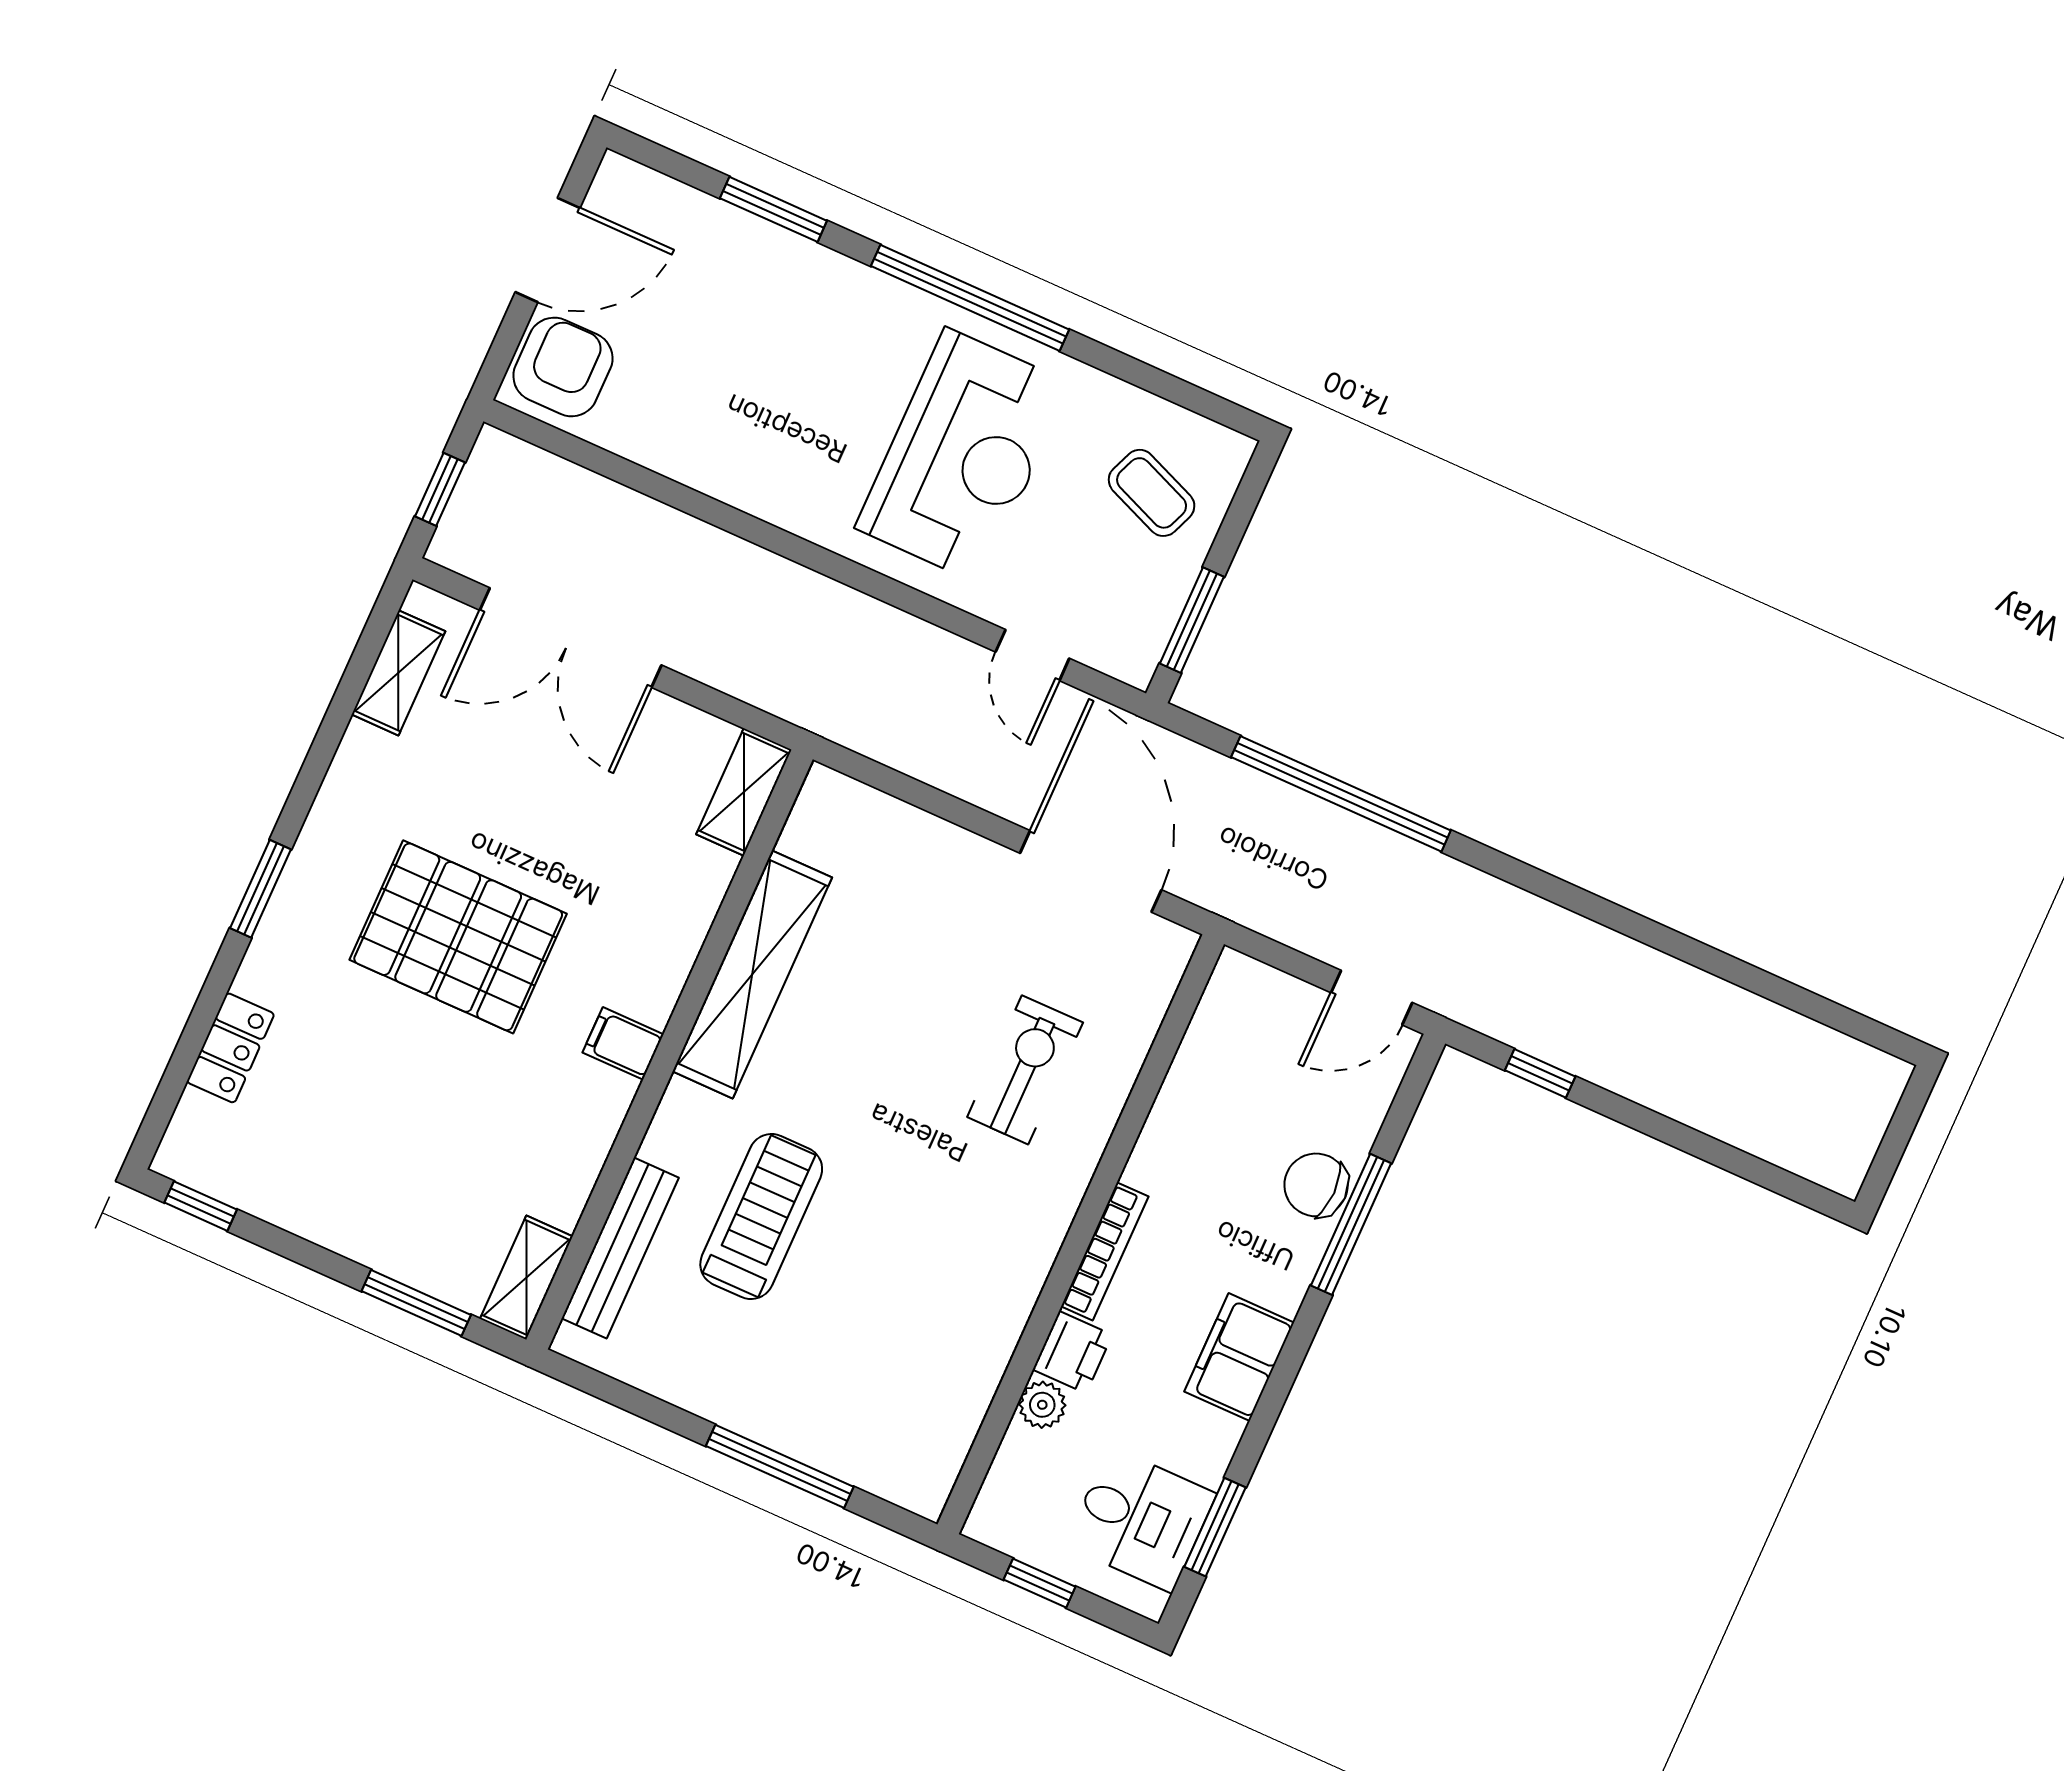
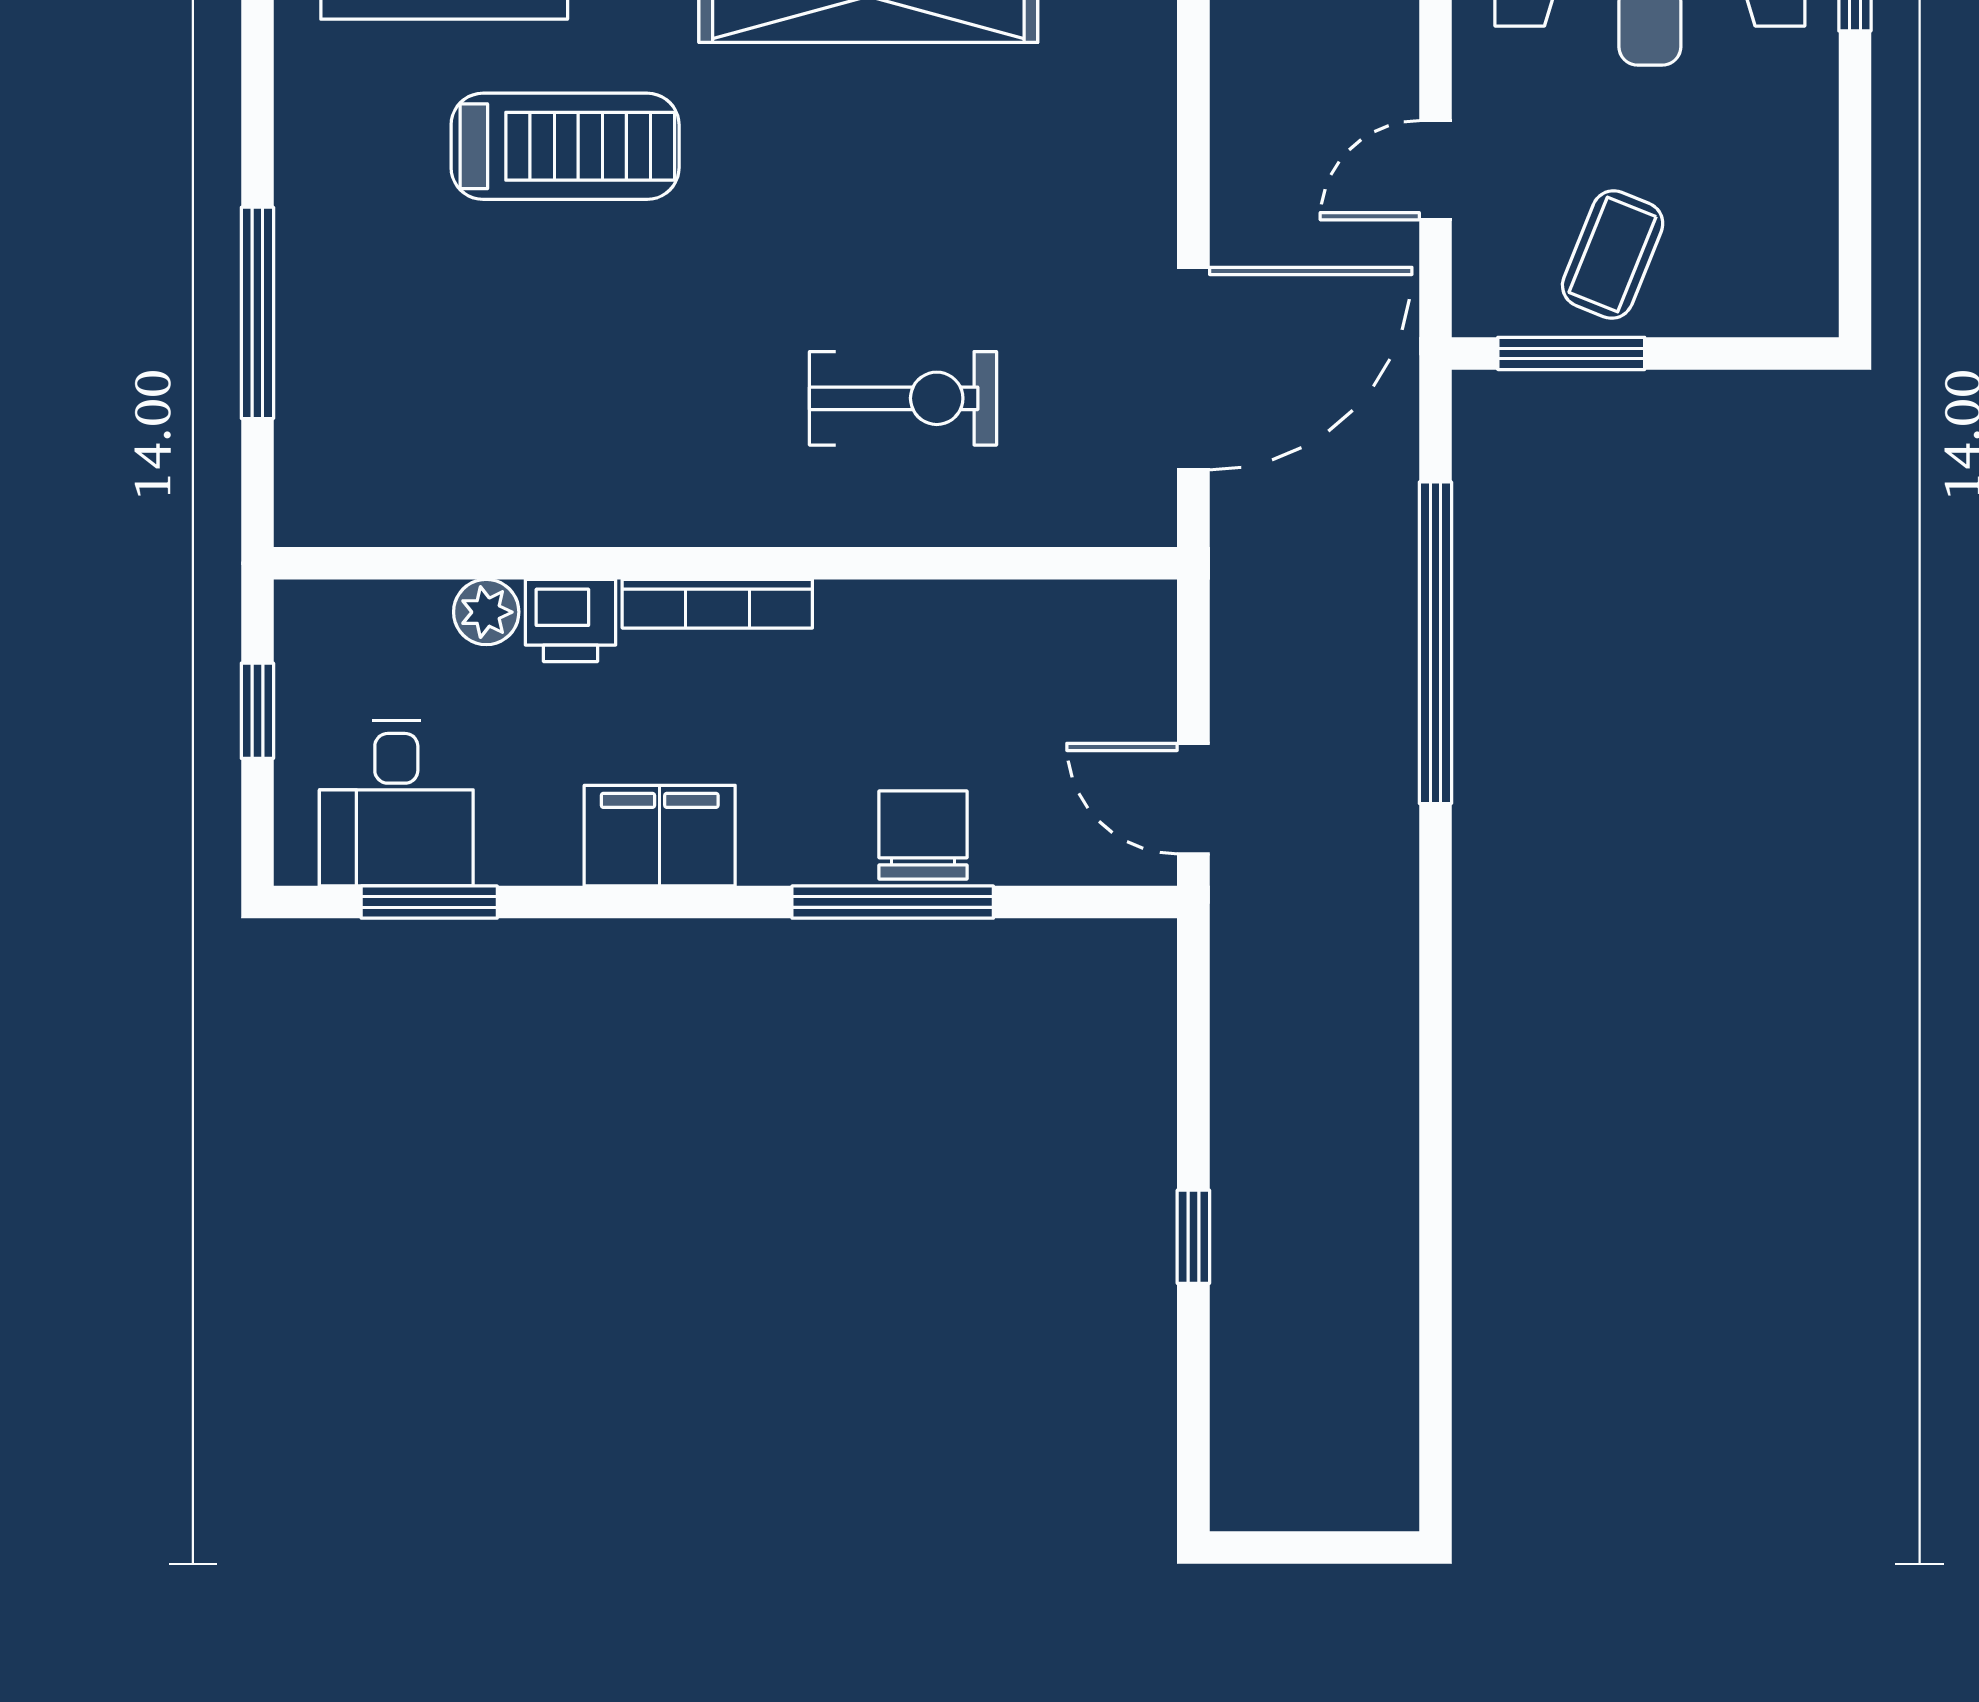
coffee table: (1152, 493) -> (1613, 254), moved
window: (1540, 1073) -> (1193, 1237), moved

